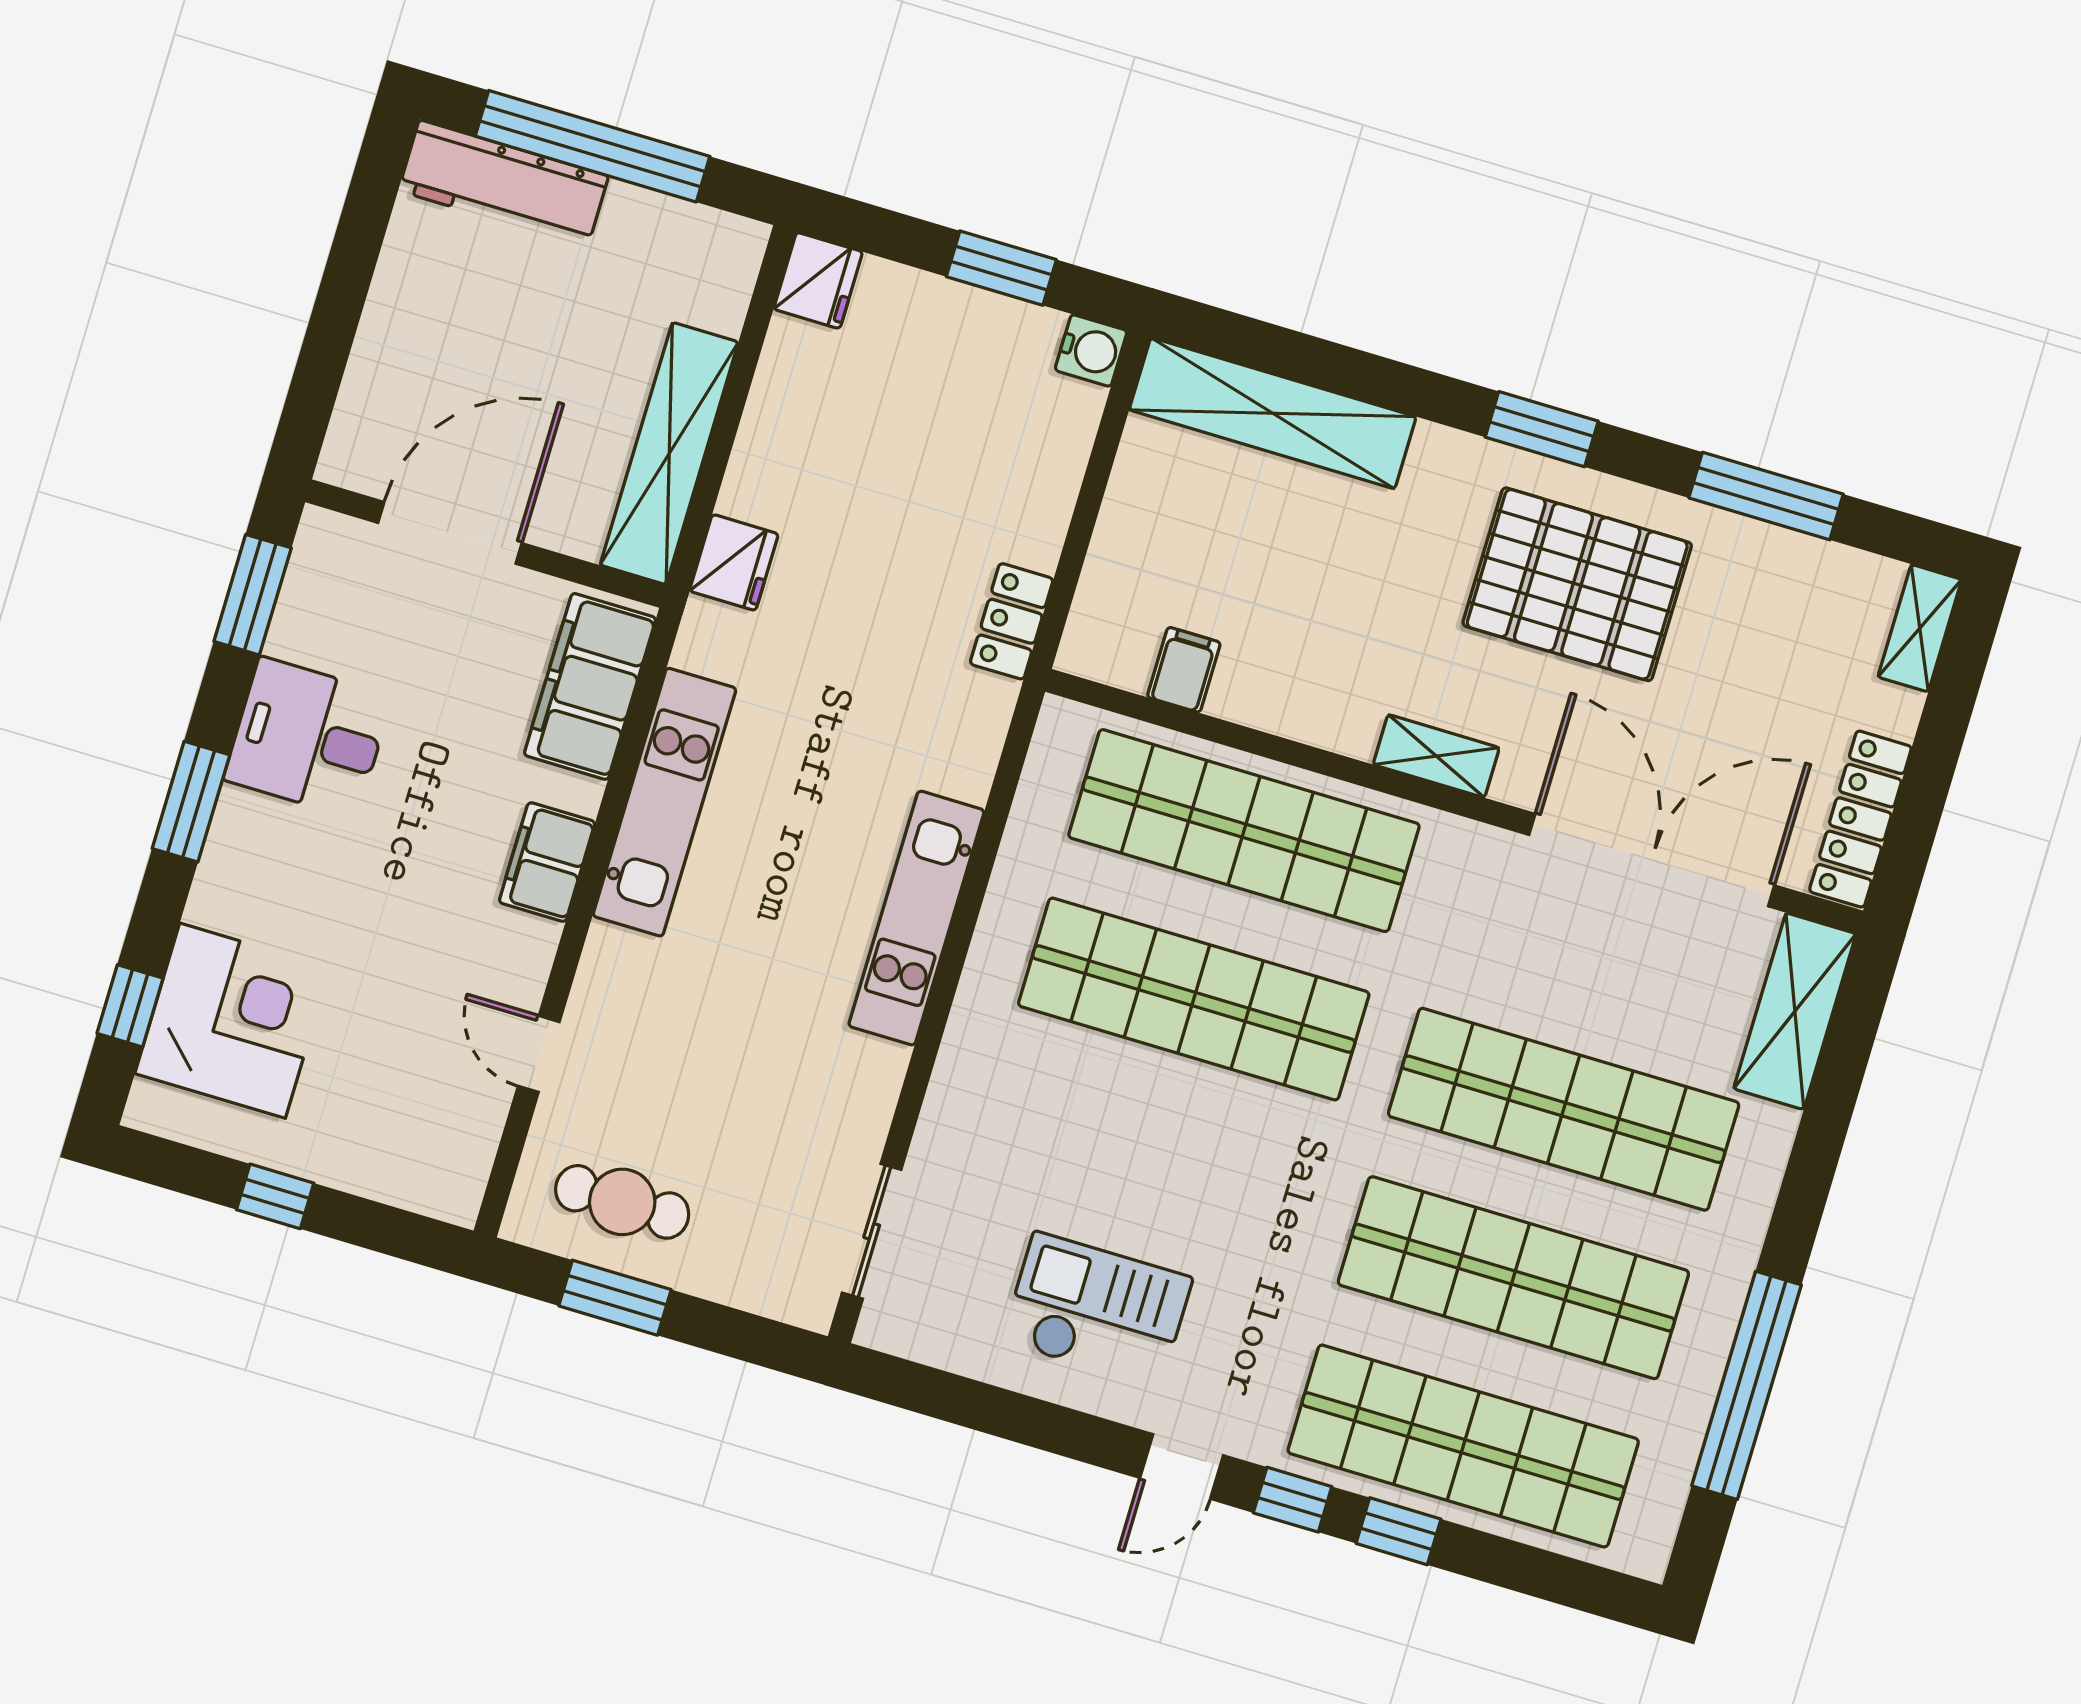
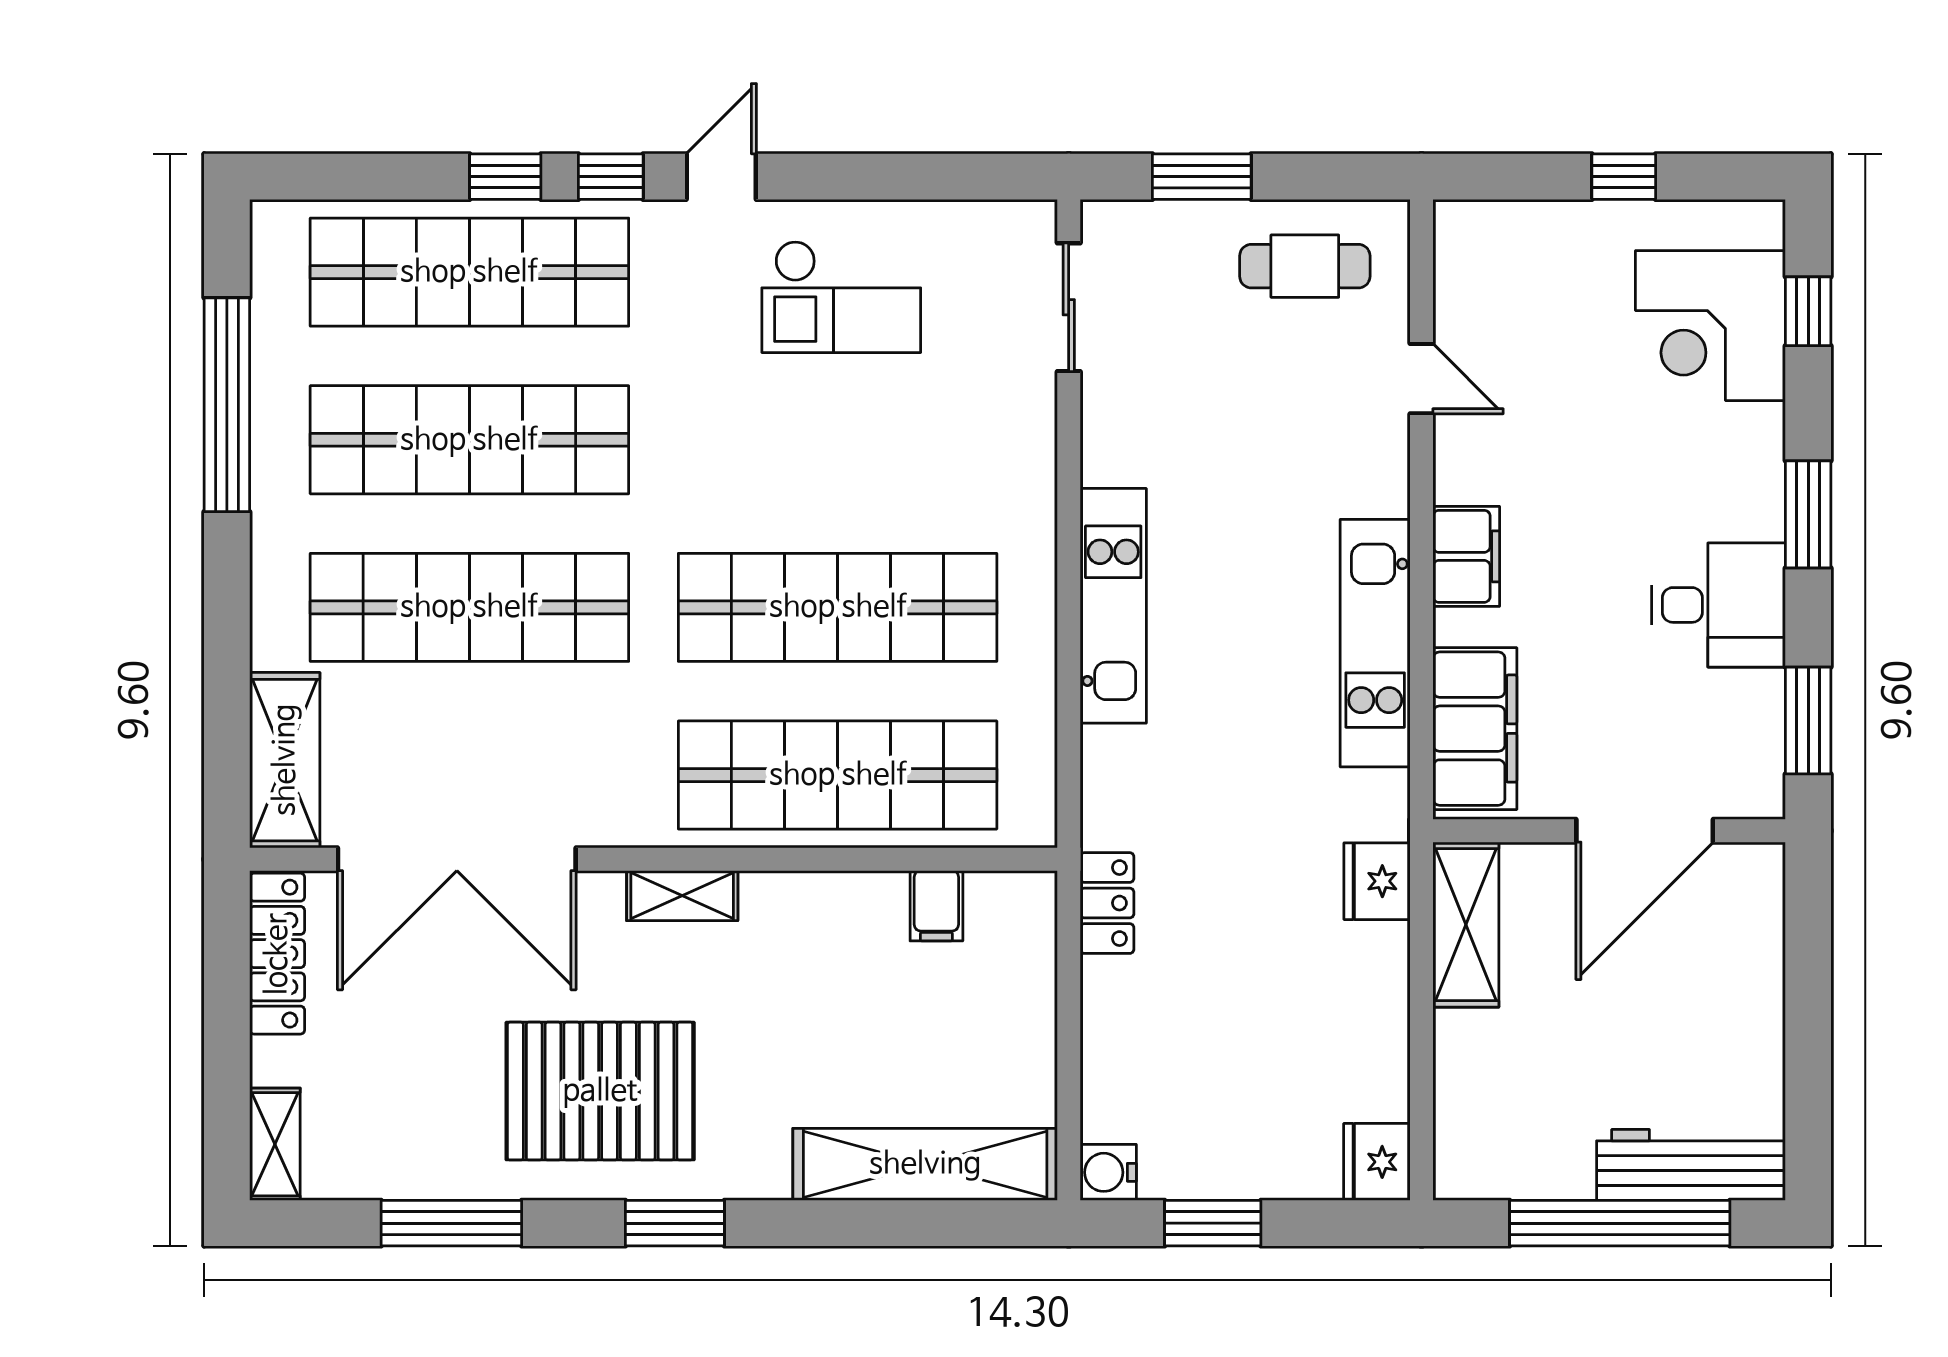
shelving: (669, 453) -> (1466, 925), width x0.68
window: (615, 1298) -> (1202, 177), moved

